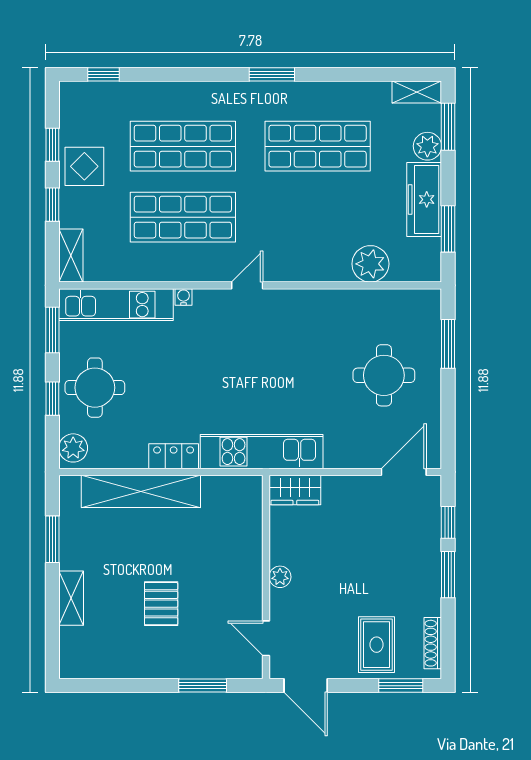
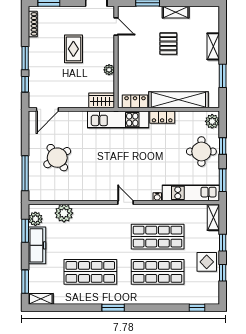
plant: (427, 146) -> (35, 219), moved
door: (247, 285) -> (125, 202), swing flipped
window: (448, 344) -> (25, 173), width x1.44
round table: (384, 375) -> (57, 158), turned -34
locker: (228, 488) -> (135, 101), added
plant: (280, 577) -> (109, 70), moved
rug: (377, 645) -> (73, 49), moved
shelving: (147, 667) -> (176, 12), added

